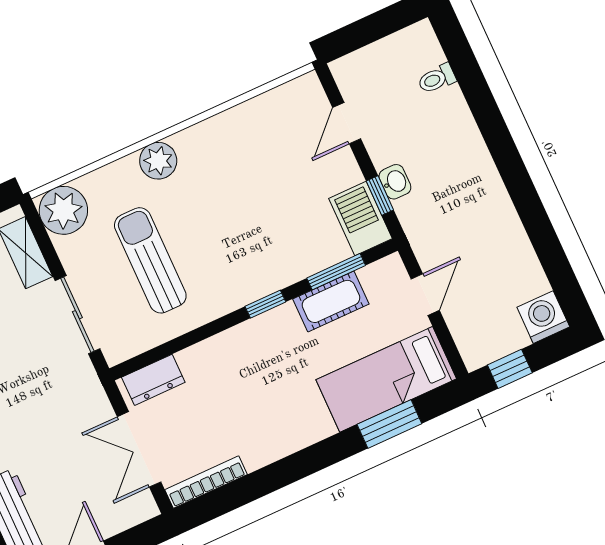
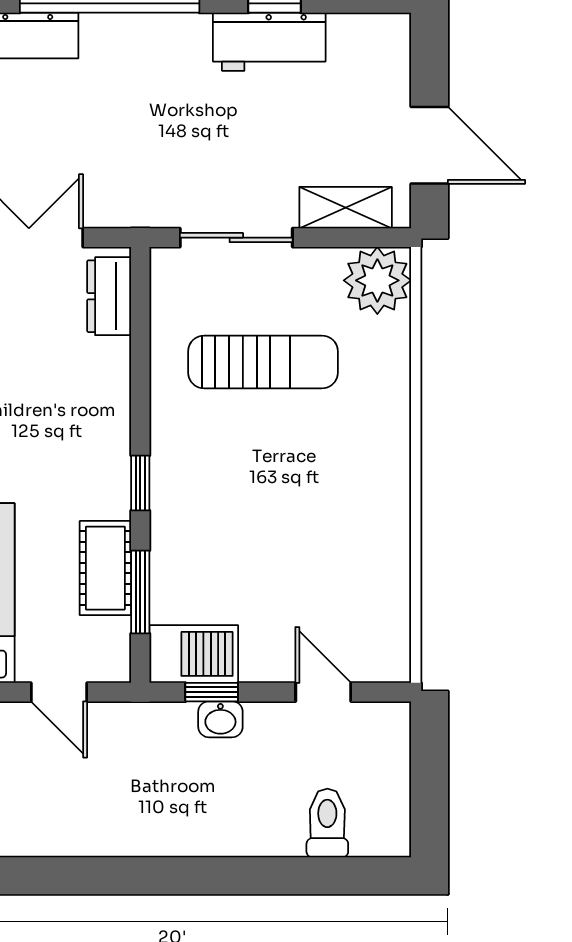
toilet: (437, 79) -> (327, 823), width x1.37, depth x1.39
plant: (158, 161) -> (385, 430), removed

